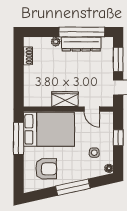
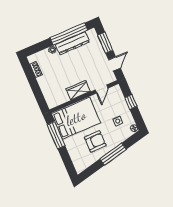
door: (92, 109) -> (102, 89), hinge flipped
armchair: (46, 169) -> (95, 141), moved

